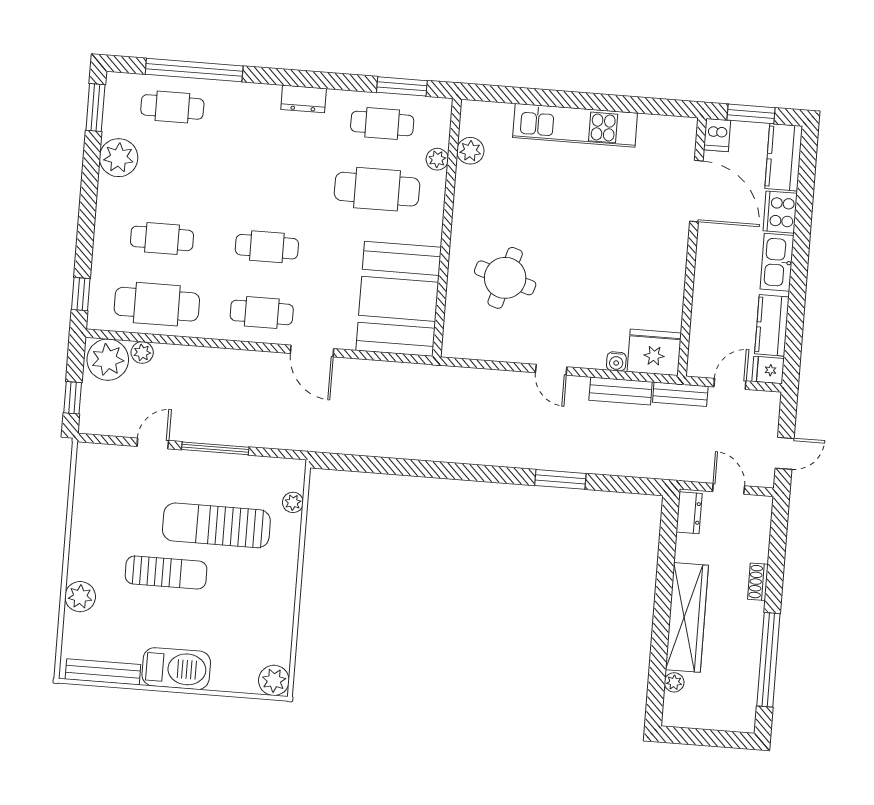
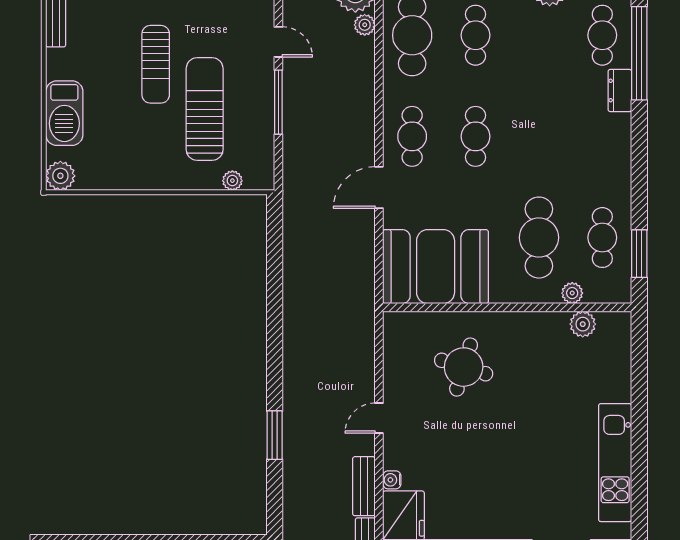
dresser: (304, 99) -> (620, 91), moved
kitchen unit: (575, 125) -> (615, 463), moved
barbecue: (176, 669) -> (64, 113), moved

